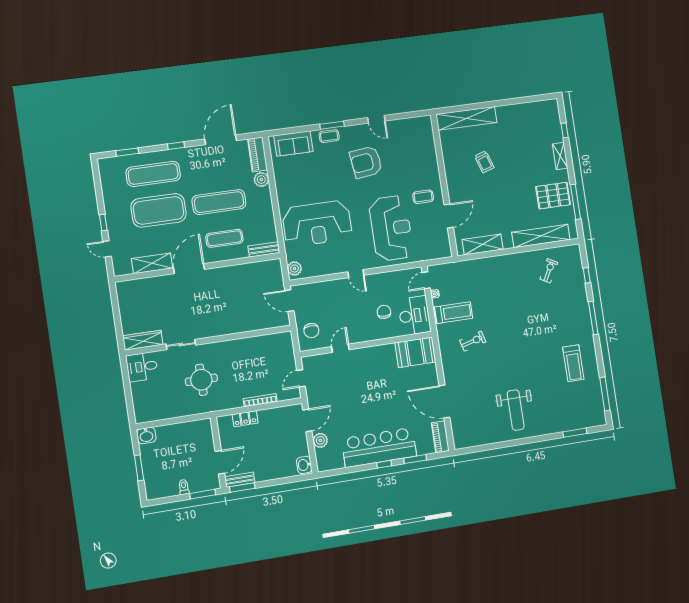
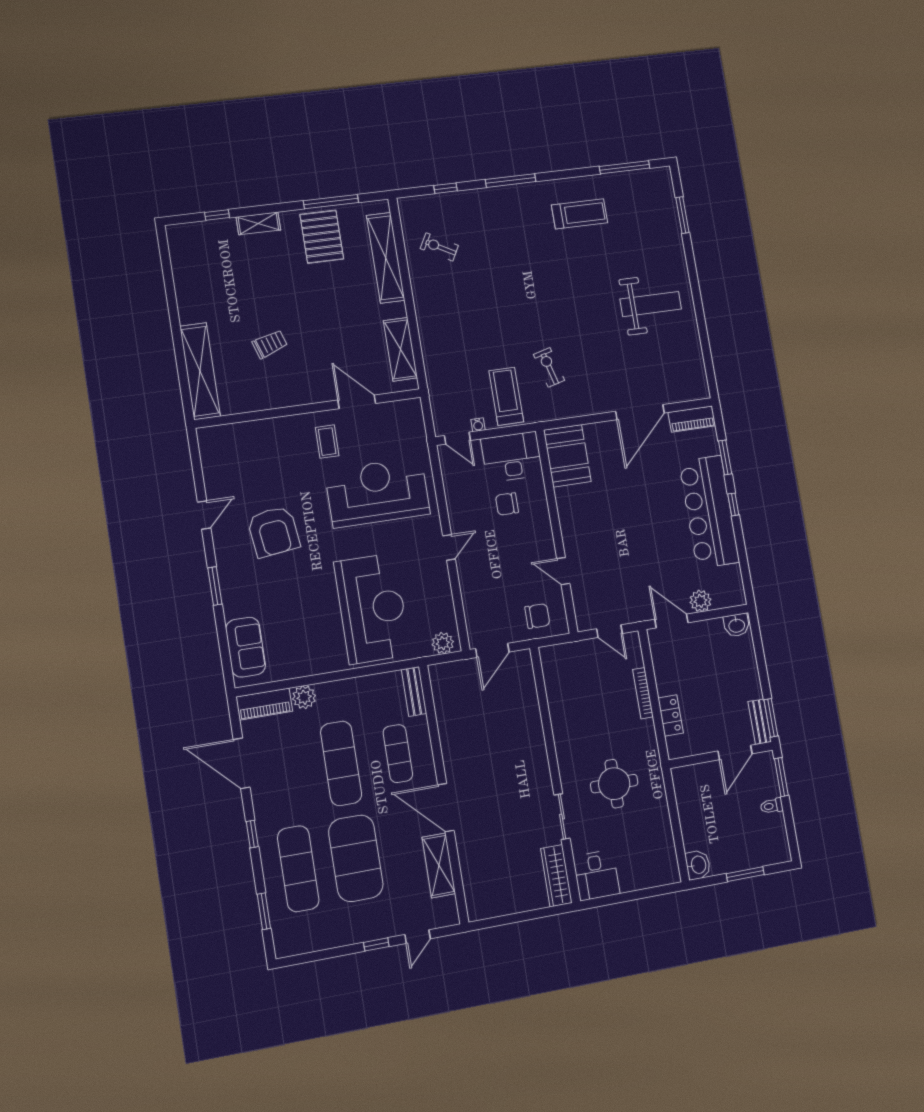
coffee table: (329, 136) -> (233, 590), removed
door: (220, 462) -> (735, 752), swing flipped

